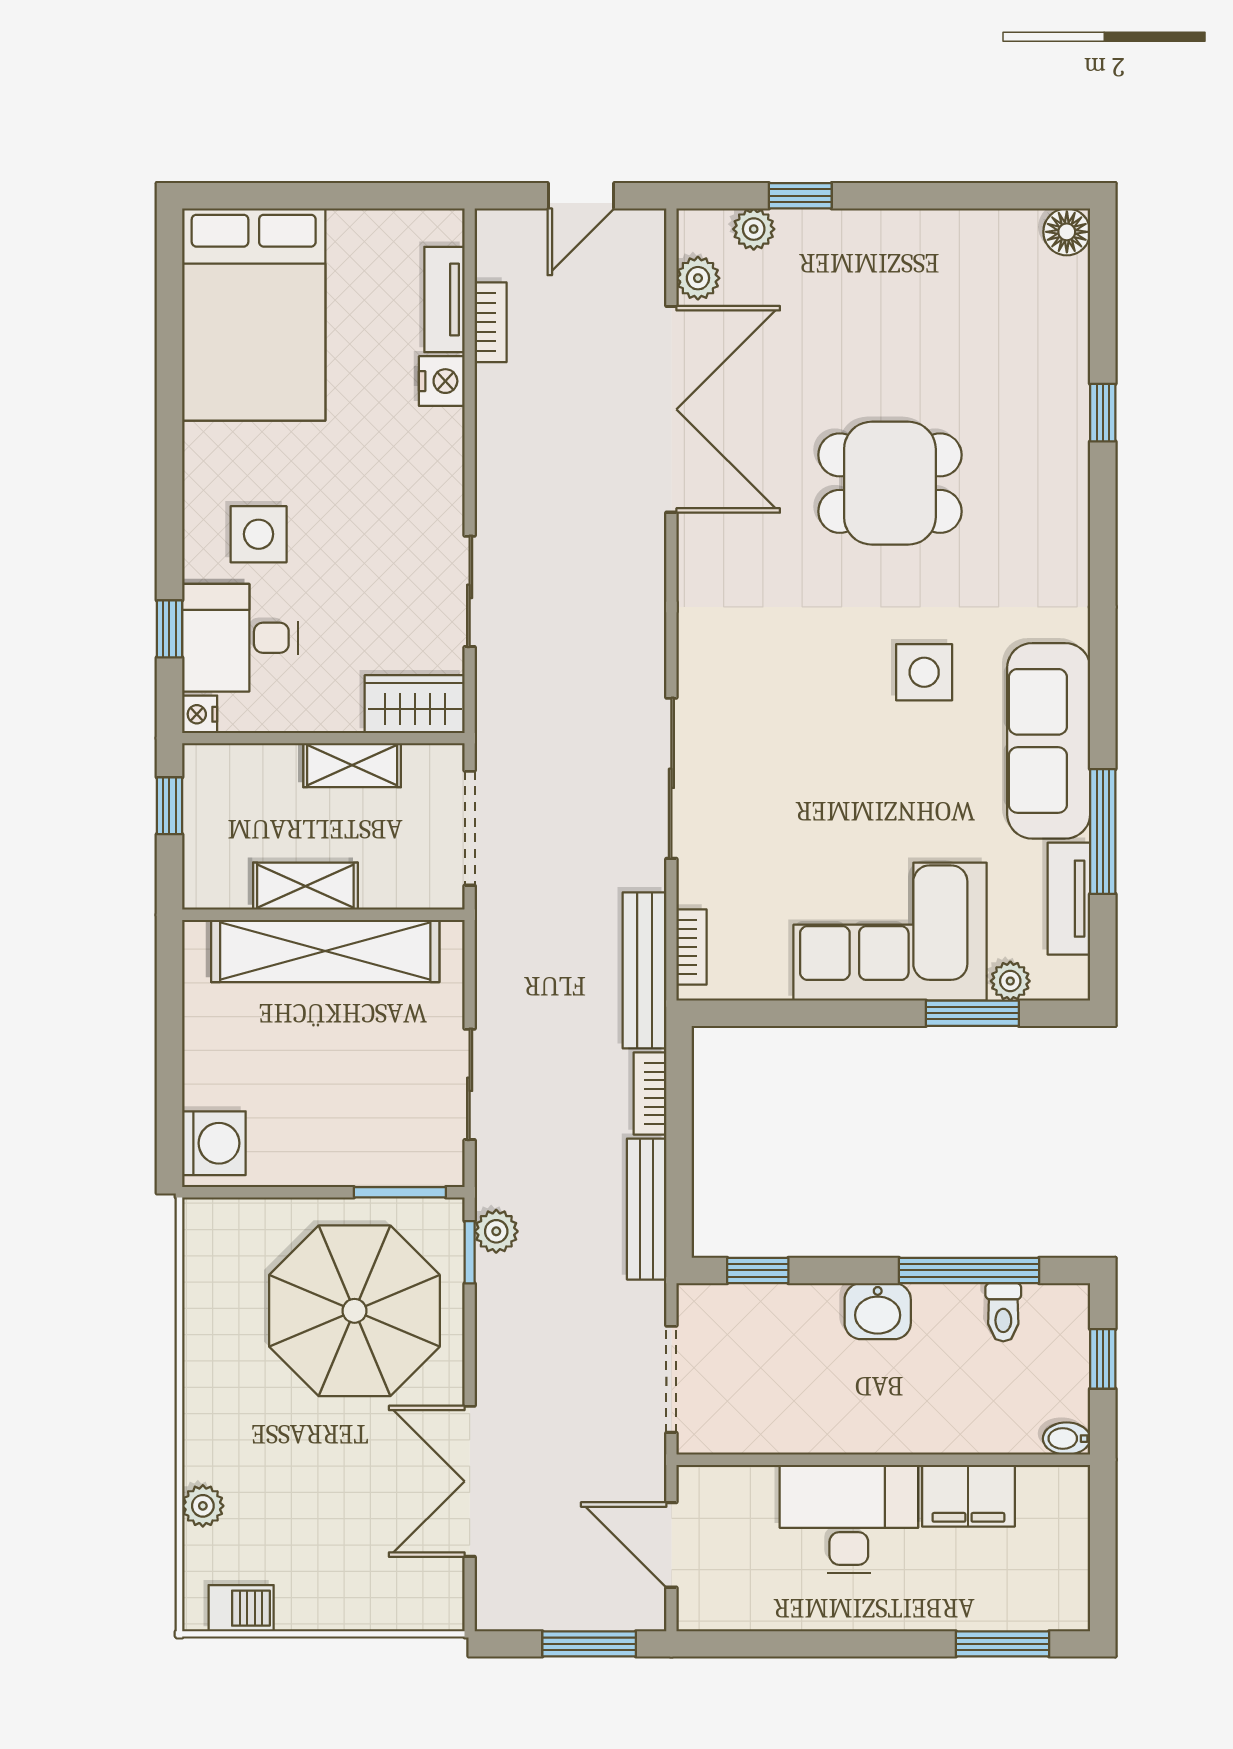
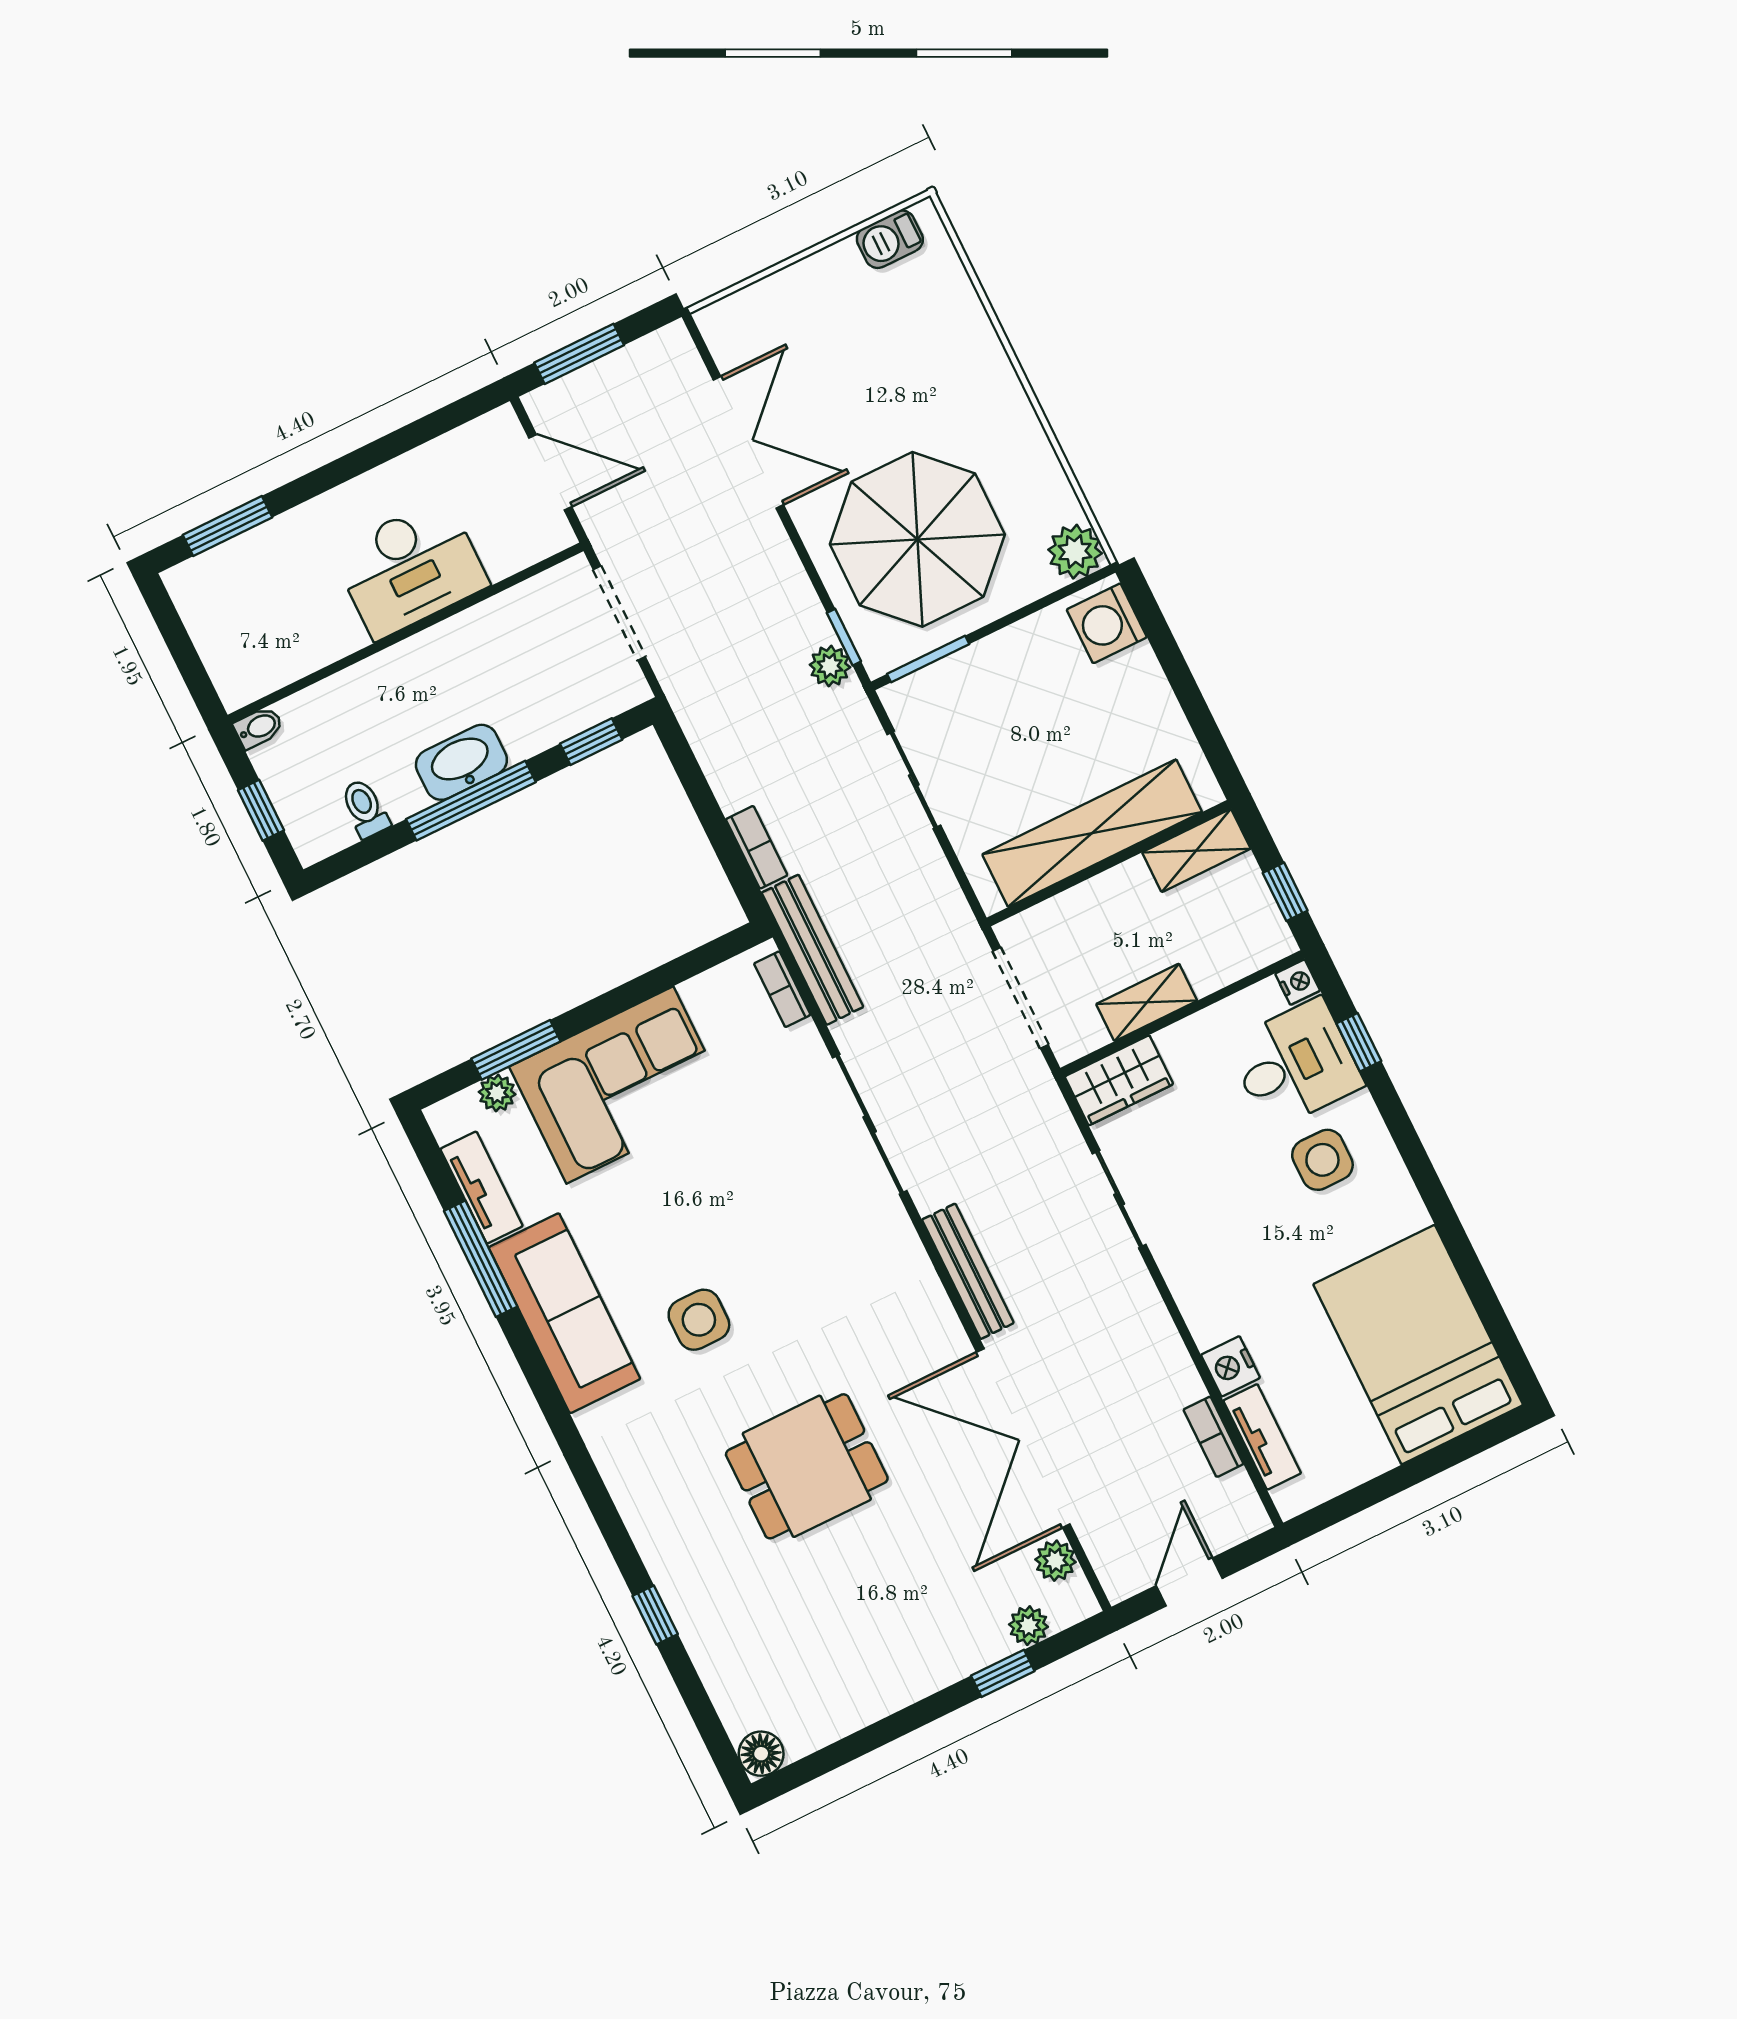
shelving: (305, 886) -> (1196, 850), moved
bench: (647, 1209) -> (968, 1271), moved
window: (969, 1270) -> (471, 801), moved
washbasin: (878, 1311) -> (461, 762), width x1.38
filing cabinet: (968, 1496) -> (318, 638), removed
plant: (203, 1506) -> (1075, 552), moved, width x1.38, depth x1.38

